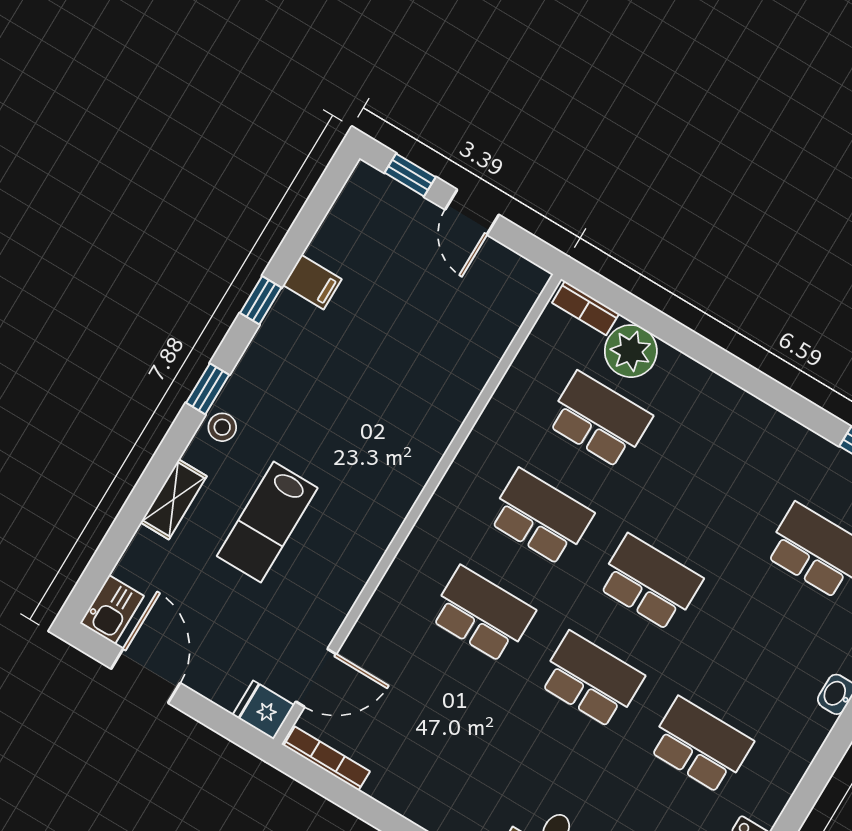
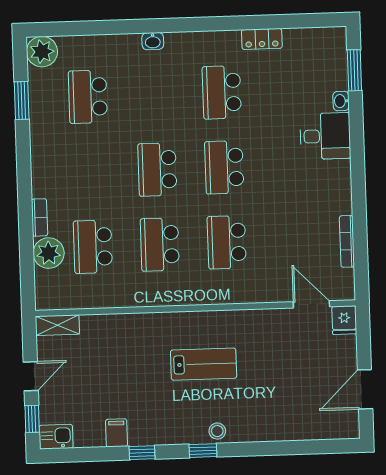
bookcase: (586, 308) -> (40, 217), moved
shelving: (174, 499) -> (57, 325), moved
lab bench: (267, 522) -> (204, 364), moved
kitchen sink: (112, 610) -> (56, 437), moved
bookcase: (327, 758) -> (347, 241), moved

